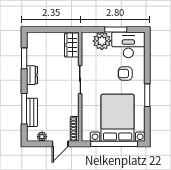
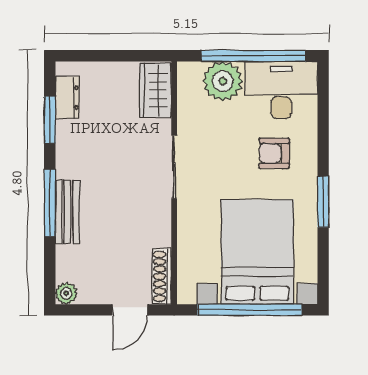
window: (116, 29) -> (254, 56), width x2.11
dresser: (32, 75) -> (67, 98), moved
window: (24, 109) -> (50, 203), moved
bench: (32, 112) -> (67, 212), moved
plant: (42, 137) -> (66, 293), moved

